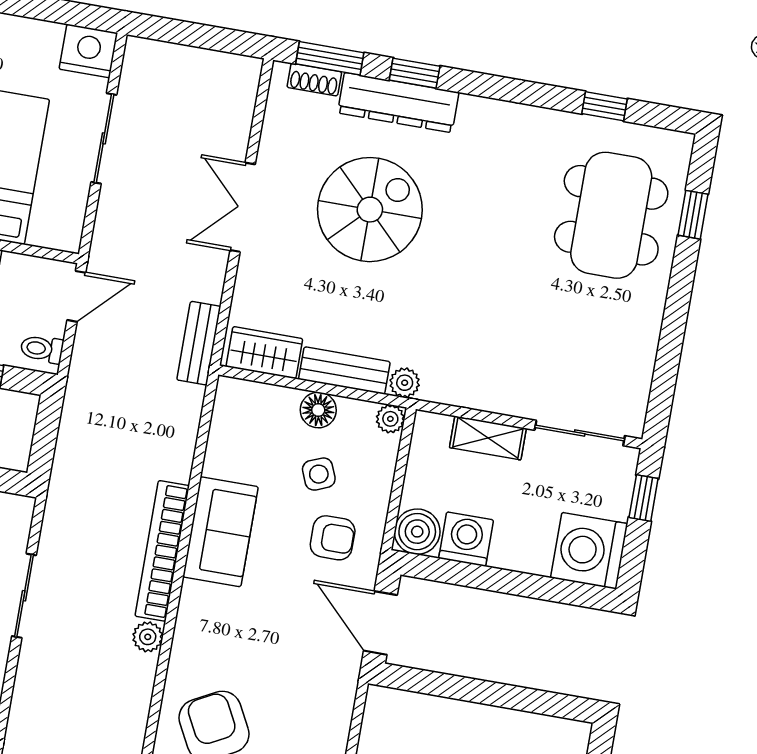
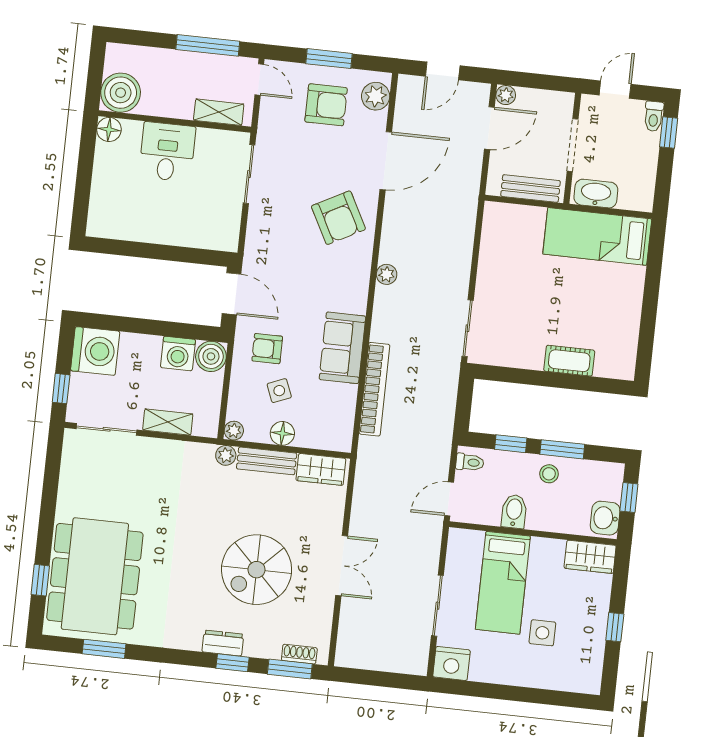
dresser: (398, 103) -> (223, 643), width x0.51, depth x0.80
window: (605, 106) -> (104, 649), width x1.50
dining table: (611, 215) -> (95, 576), width x1.36, depth x1.24
bench: (199, 343) -> (365, 473), removed
bookcase: (162, 551) -> (374, 389), moved
sliding door: (24, 596) -> (468, 328), moved

